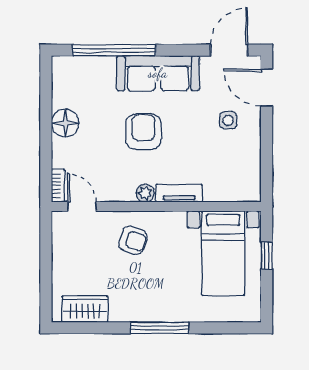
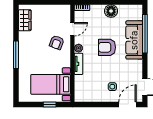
sofa: (158, 73) -> (134, 40), moved
armchair: (143, 132) -> (107, 47), turned 180
door: (82, 206) -> (72, 29), moved

